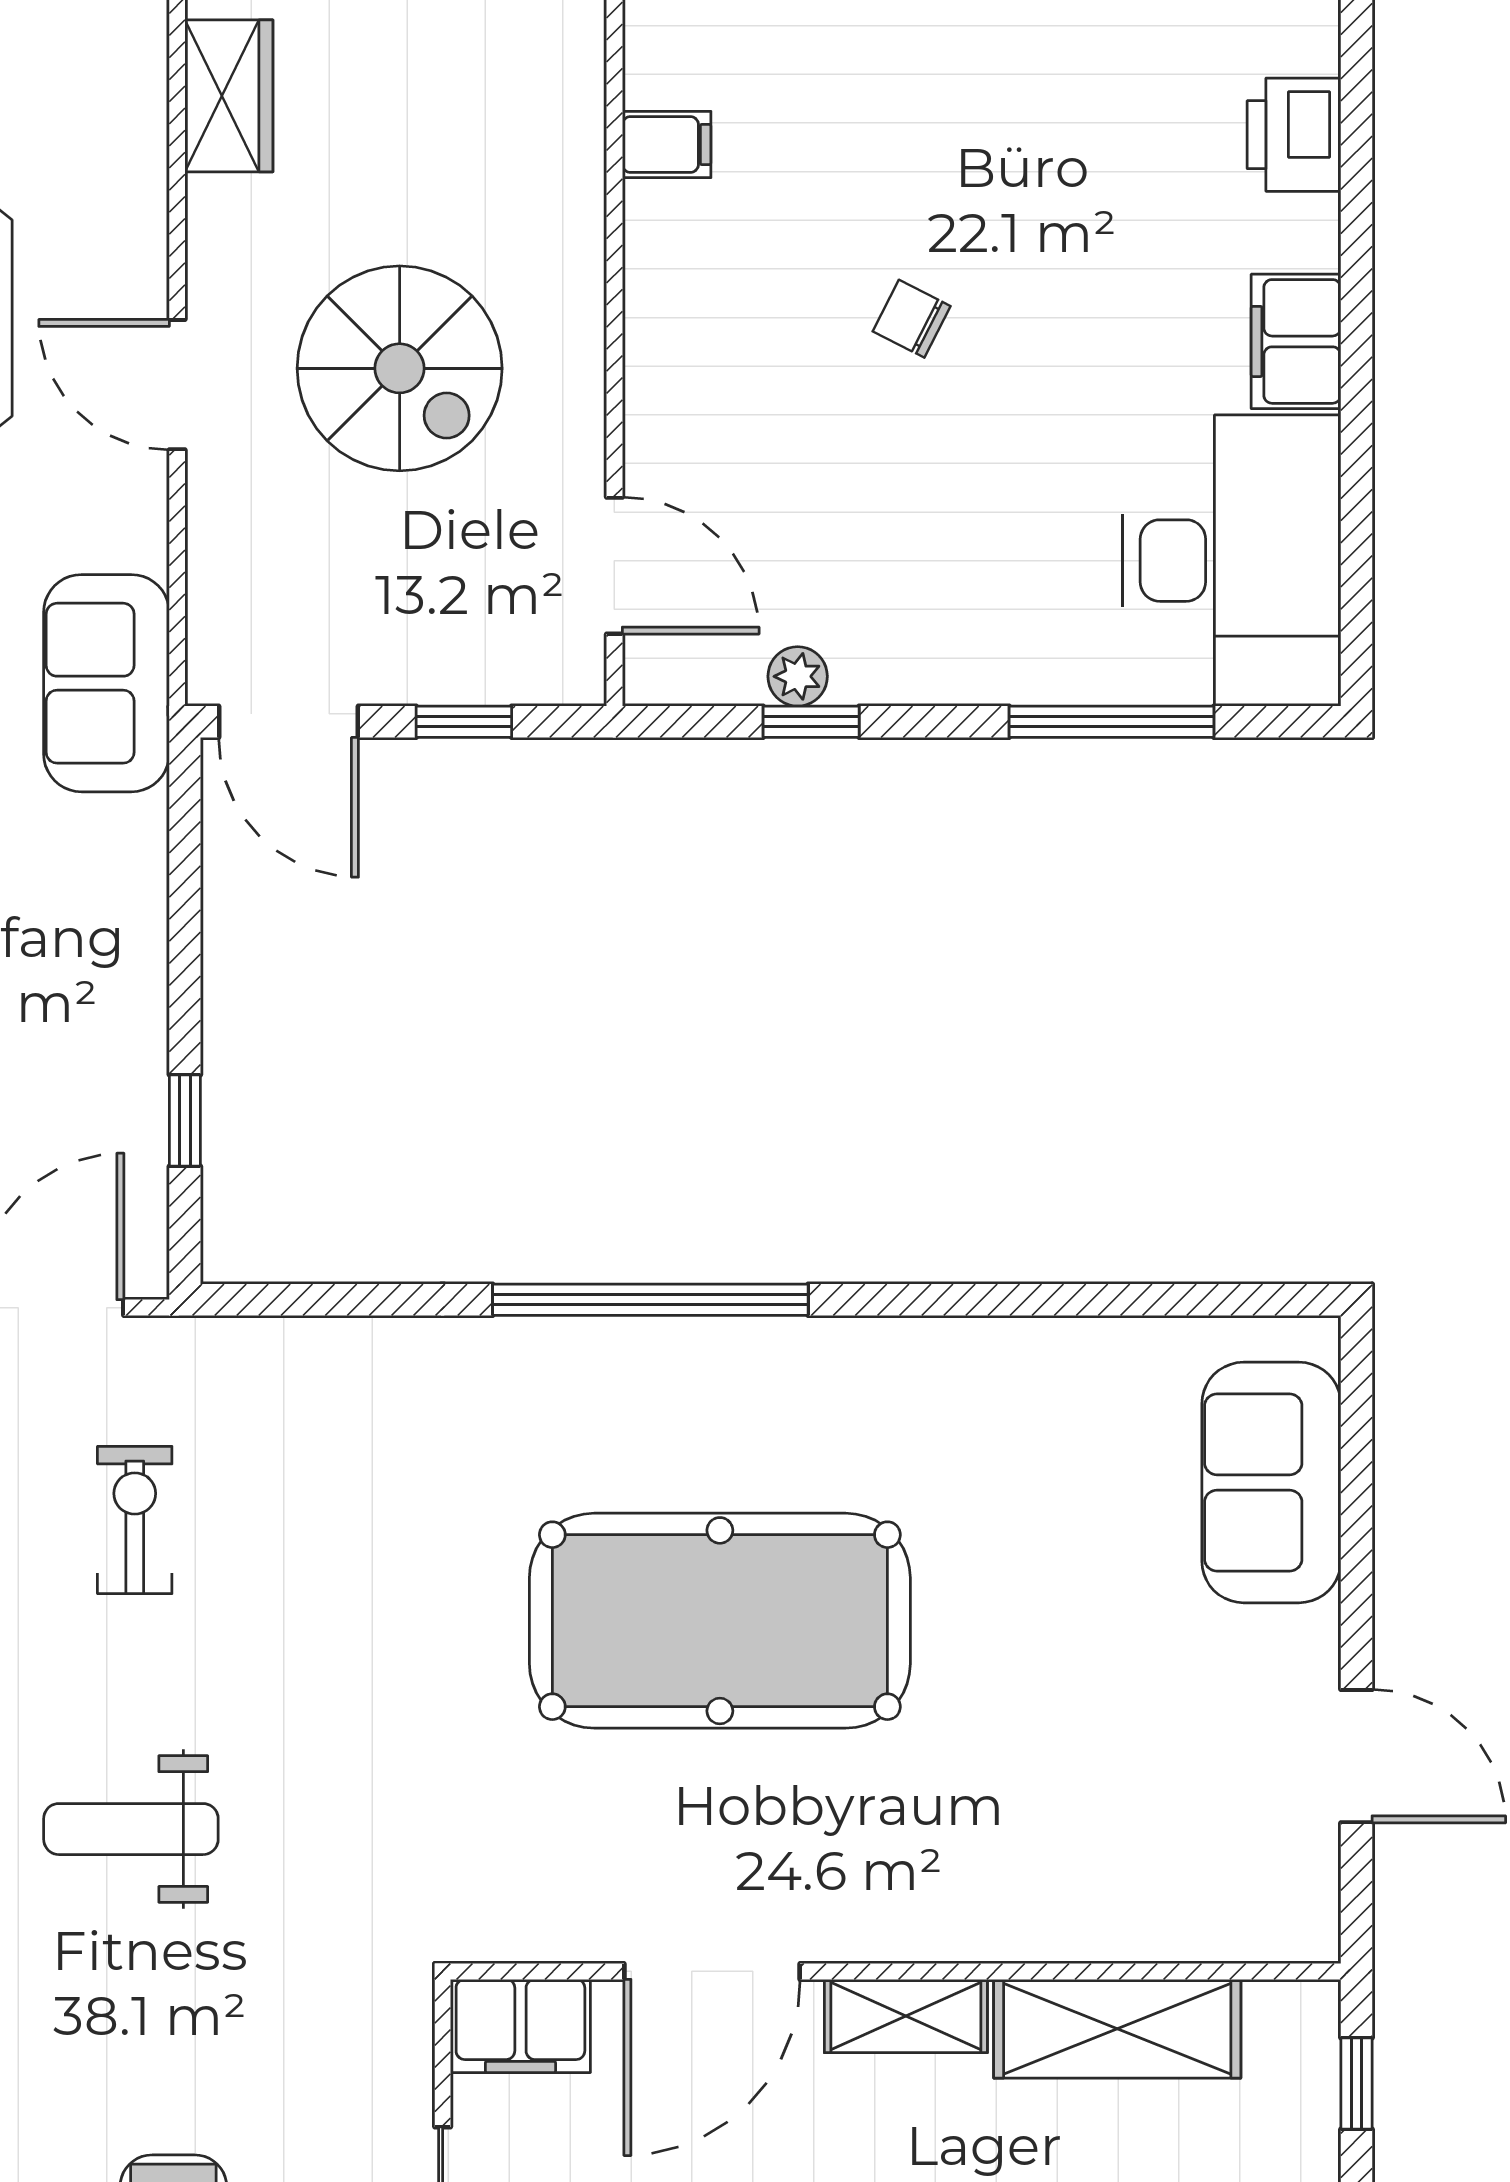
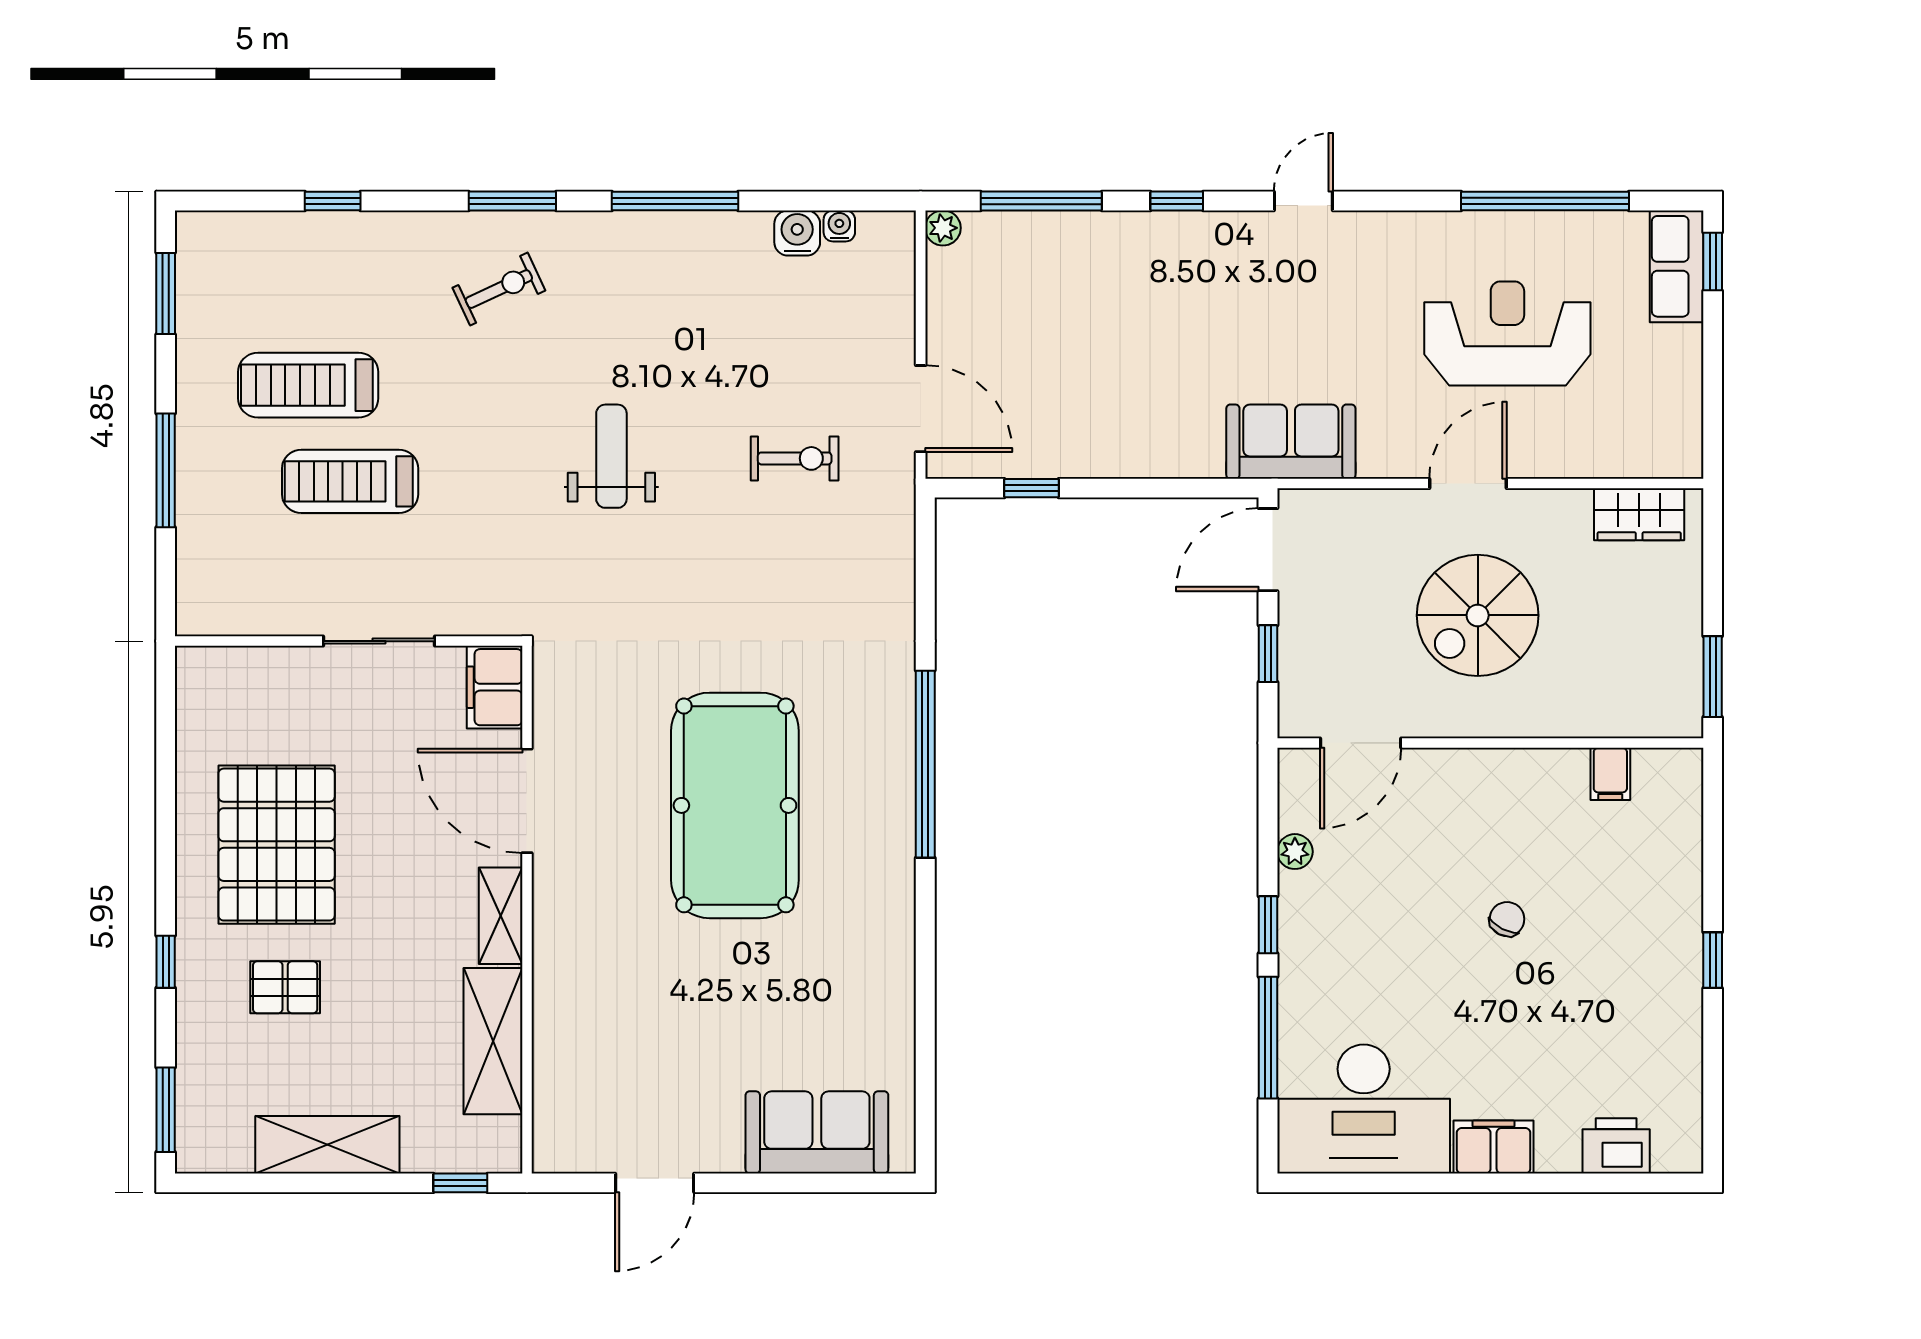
window: (811, 722) -> (1268, 925), moved

